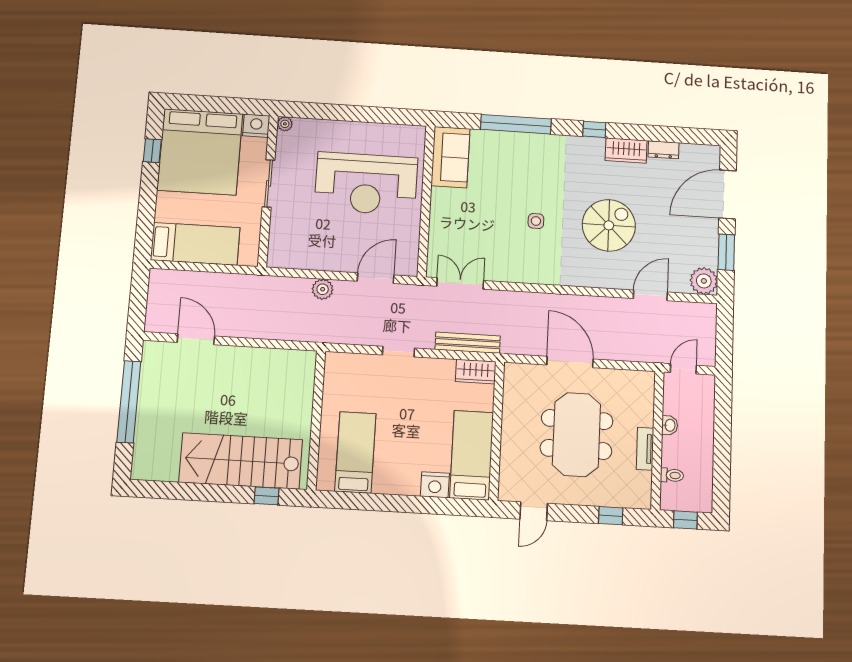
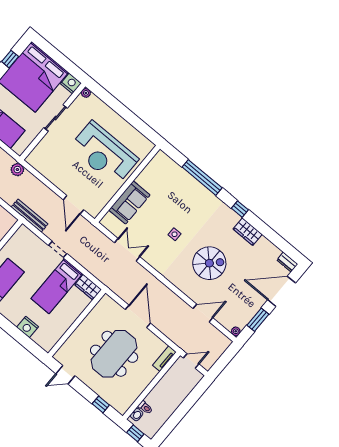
dresser: (663, 150) -> (287, 262), moved
sofa: (450, 157) -> (129, 203), moved
door: (376, 278) -> (73, 205), swing flipped
plant: (704, 281) -> (236, 331), width x0.53, depth x0.53
double door: (460, 283) -> (127, 250), moved
plant: (323, 289) -> (17, 170), moved
bench: (468, 343) -> (30, 216), moved
washbasin: (670, 425) -> (137, 415), moved
tv unit: (645, 449) -> (164, 359), moved
bed: (472, 455) -> (57, 286), moved, turned 180

